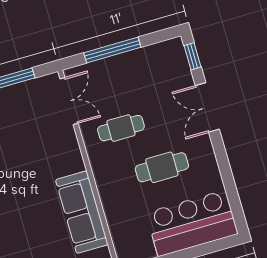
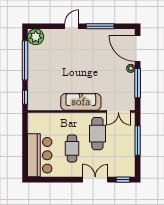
cafe table: (121, 128) -> (97, 134), width x1.37, depth x1.35
sofa: (82, 212) -> (81, 102), moved

